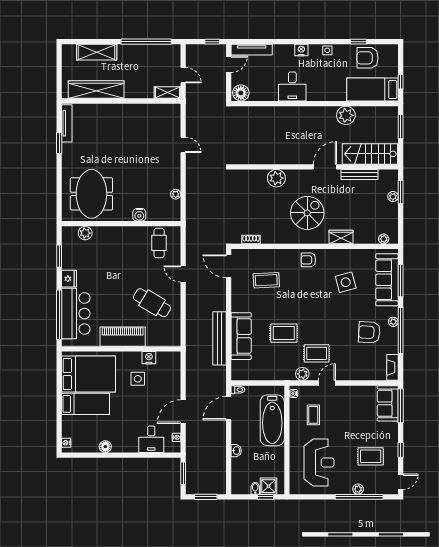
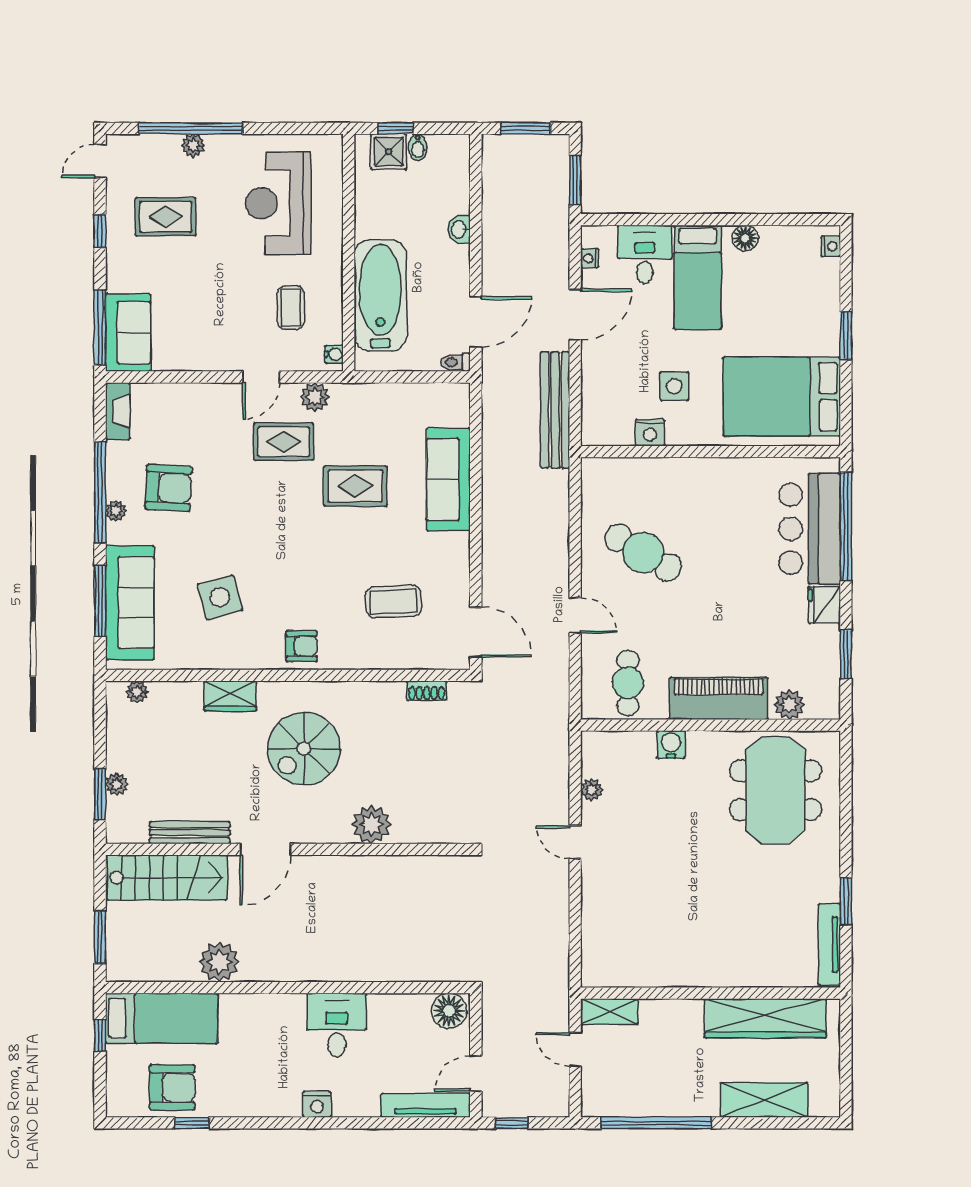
side table: (327, 50) -> (260, 1104), removed
door: (183, 145) -> (575, 842), moved
piano: (123, 337) -> (719, 698), moved, turned 180
bench: (219, 338) -> (555, 410), moved
window: (59, 402) -> (846, 336), added
bed: (86, 404) -> (698, 277), moved, turned -90

